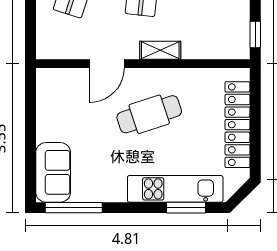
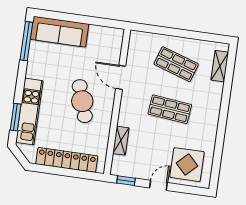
shelving: (160, 50) -> (121, 141), moved
sofa: (53, 172) -> (60, 32), width x1.36

